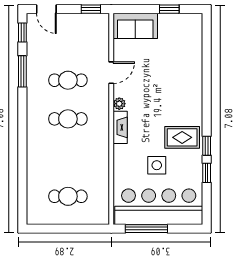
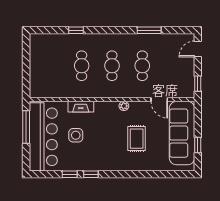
sofa: (135, 26) -> (182, 133), width x1.85, depth x1.27
window: (22, 32) -> (76, 30), moved
door: (111, 73) -> (159, 100), moved
fireplace: (120, 127) -> (81, 107), moved
rug: (182, 137) -> (137, 139), moved
cafe table: (68, 196) -> (82, 66), moved

